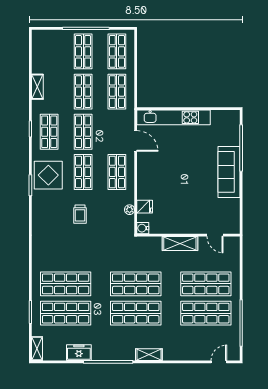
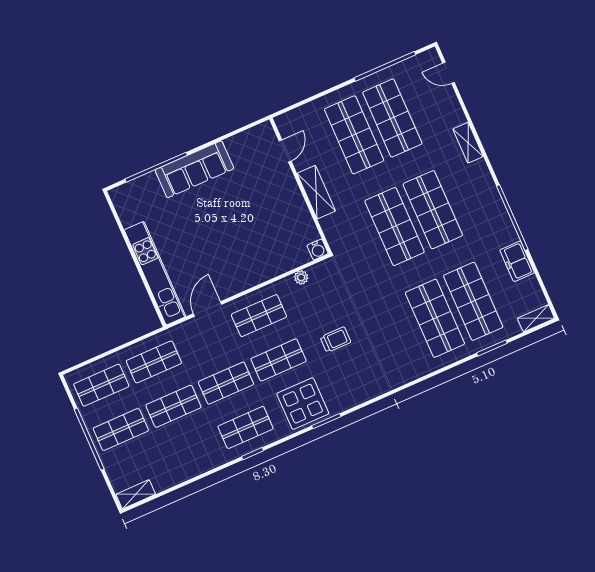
shelving: (37, 87) -> (136, 494), moved
fridge: (145, 207) -> (288, 259), removed
shelving: (149, 355) -> (468, 143), moved

